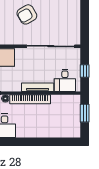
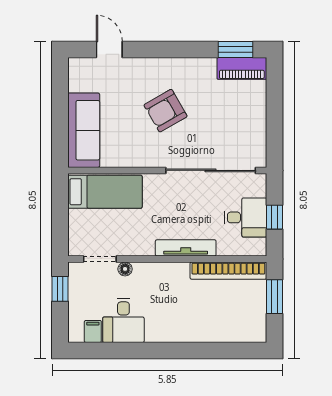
desk: (65, 80) -> (245, 217), moved, turned -90
bookcase: (30, 99) -> (228, 271), moved

